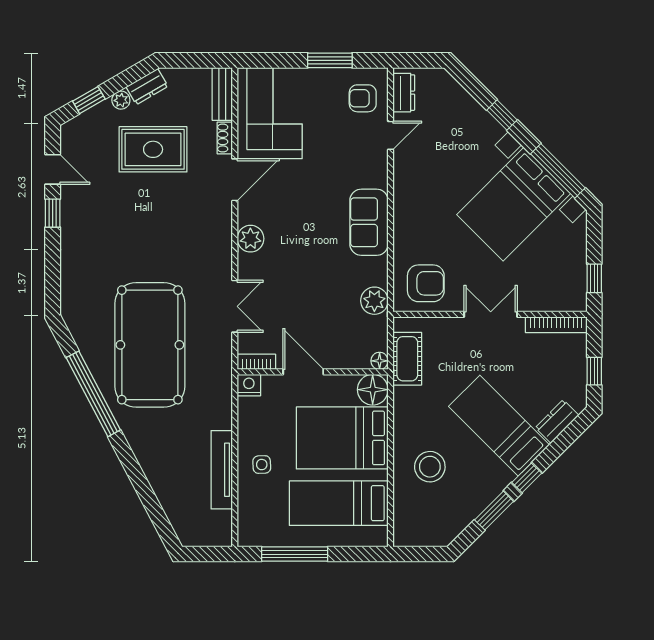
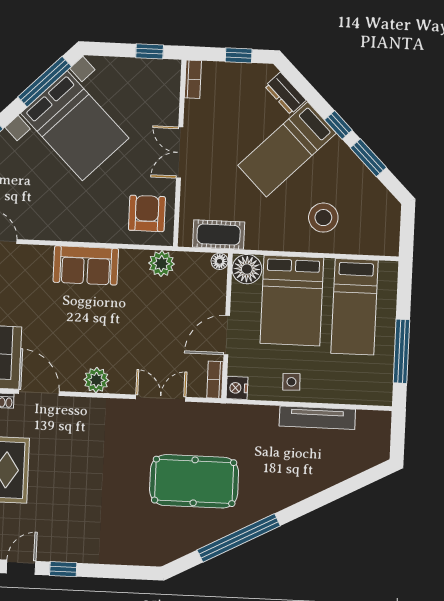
bookcase: (556, 325) -> (193, 79), width x0.64
pool table: (150, 345) -> (194, 481), width x0.73, depth x0.76
side table: (262, 465) -> (291, 382), moved

